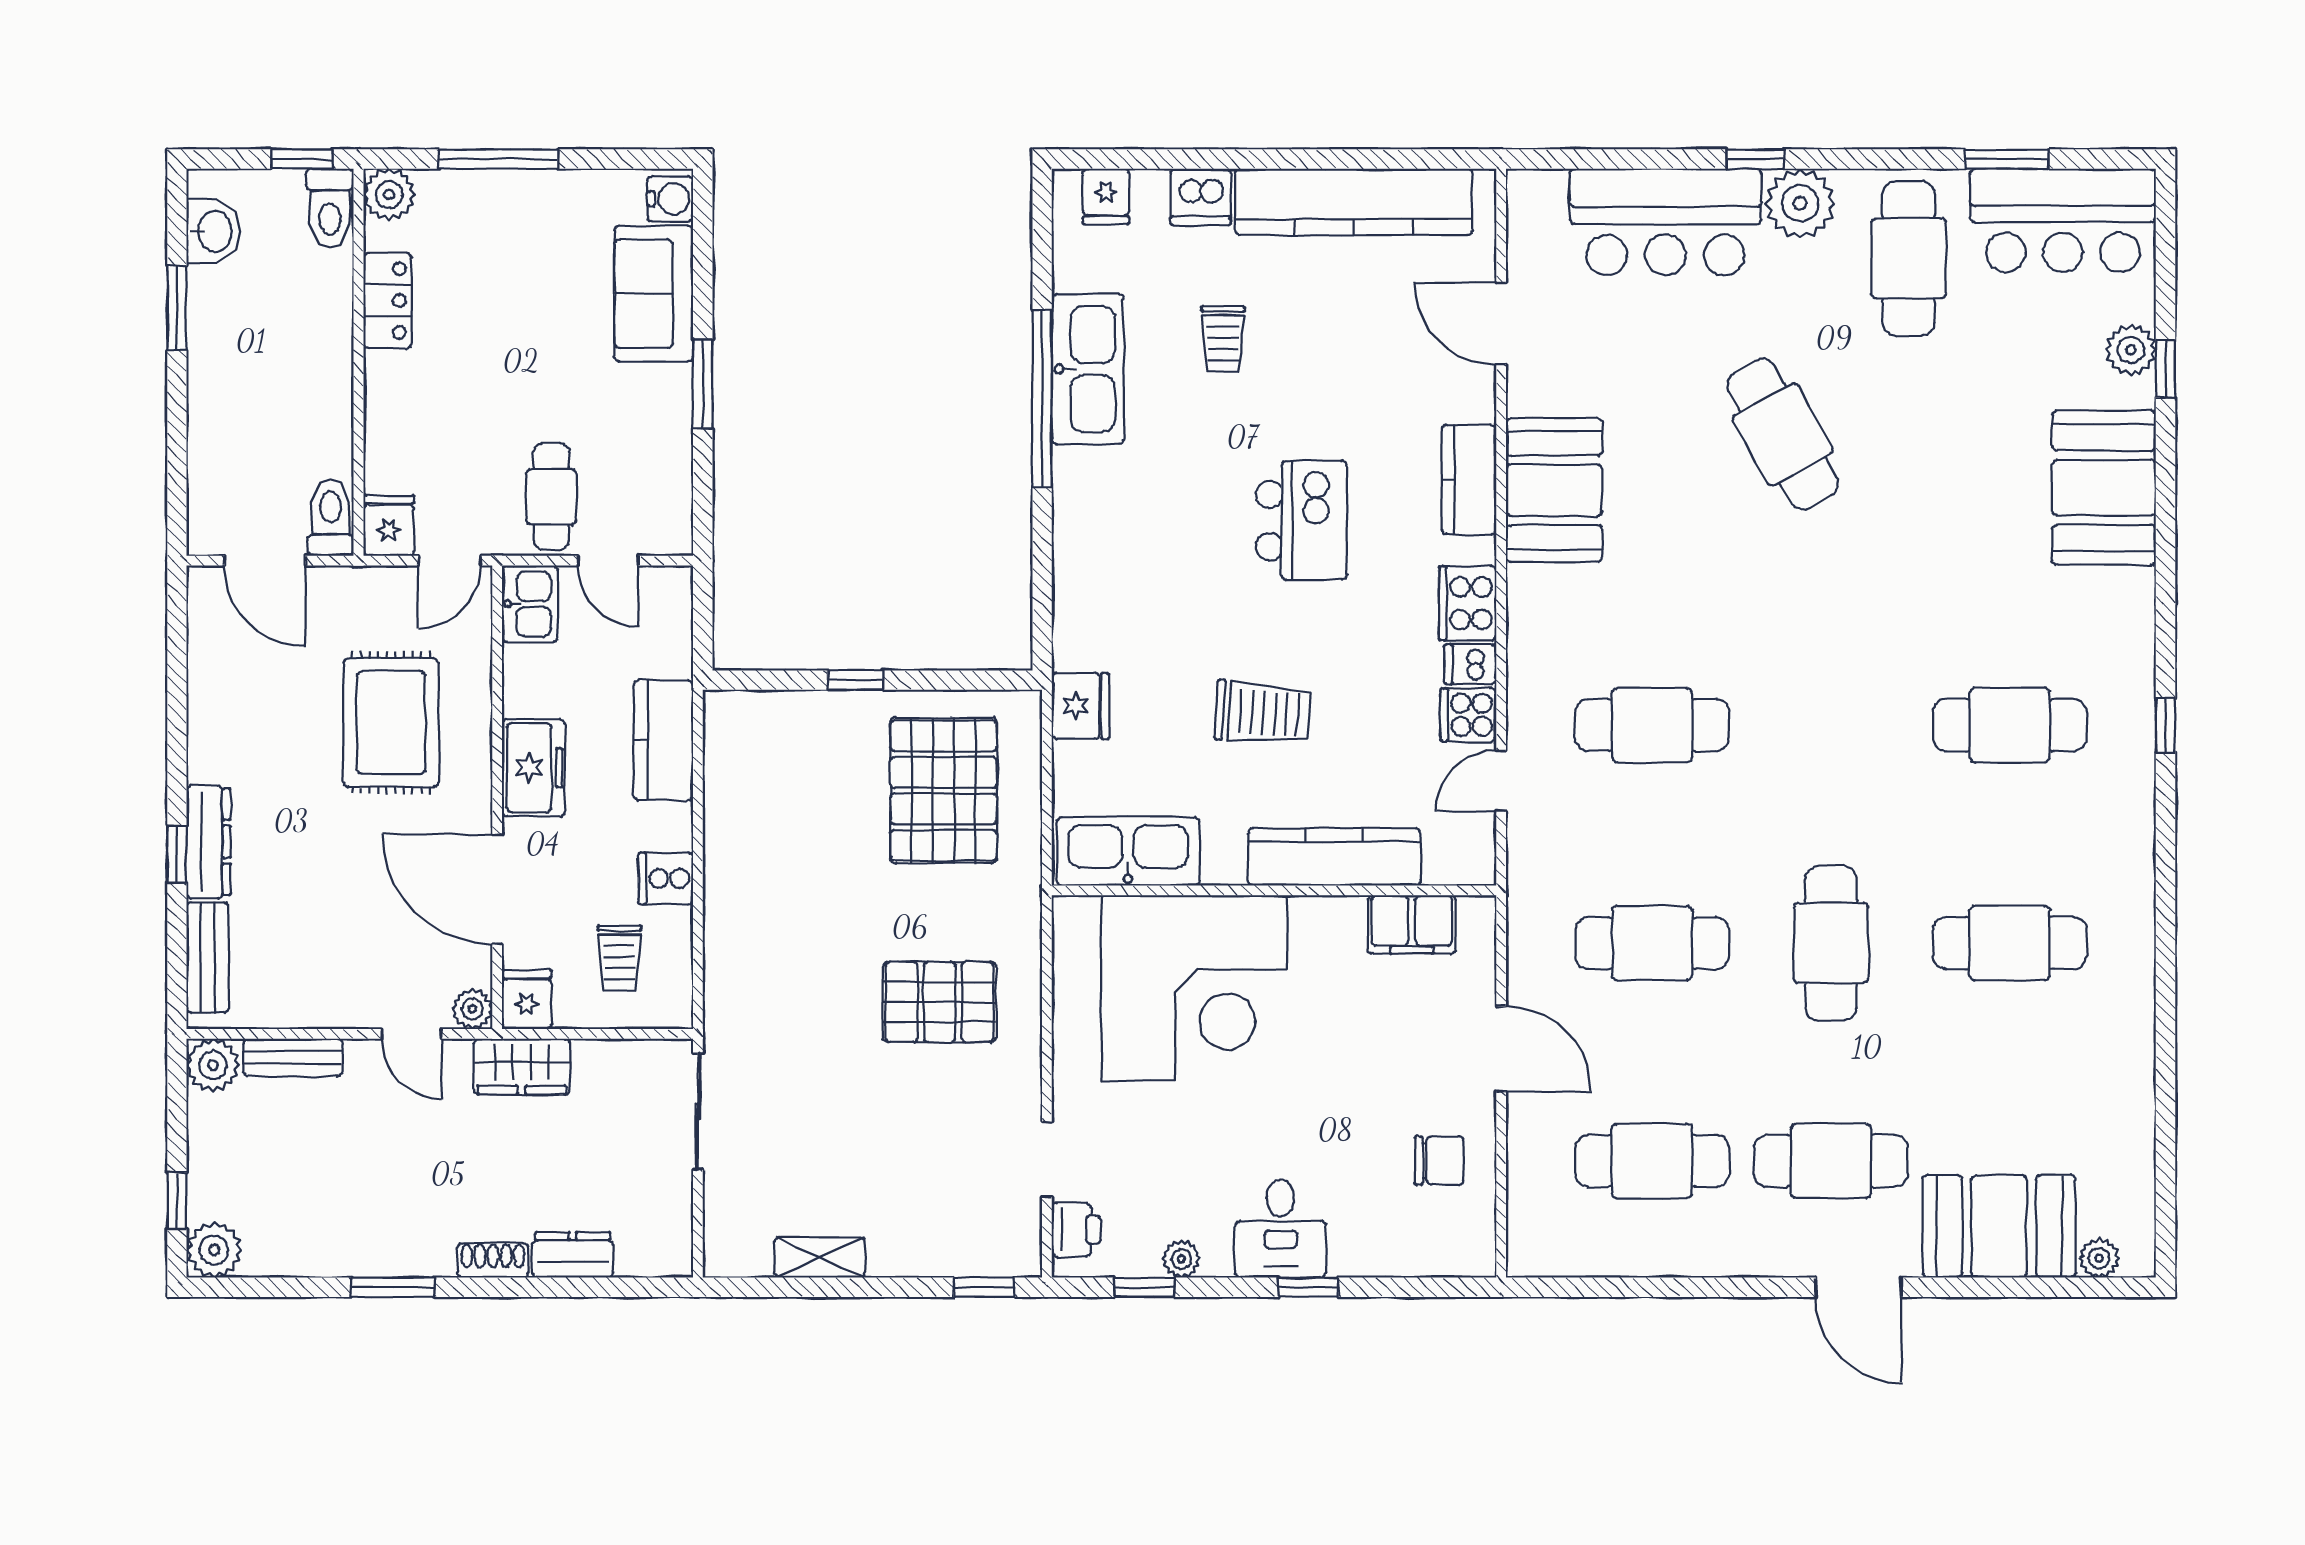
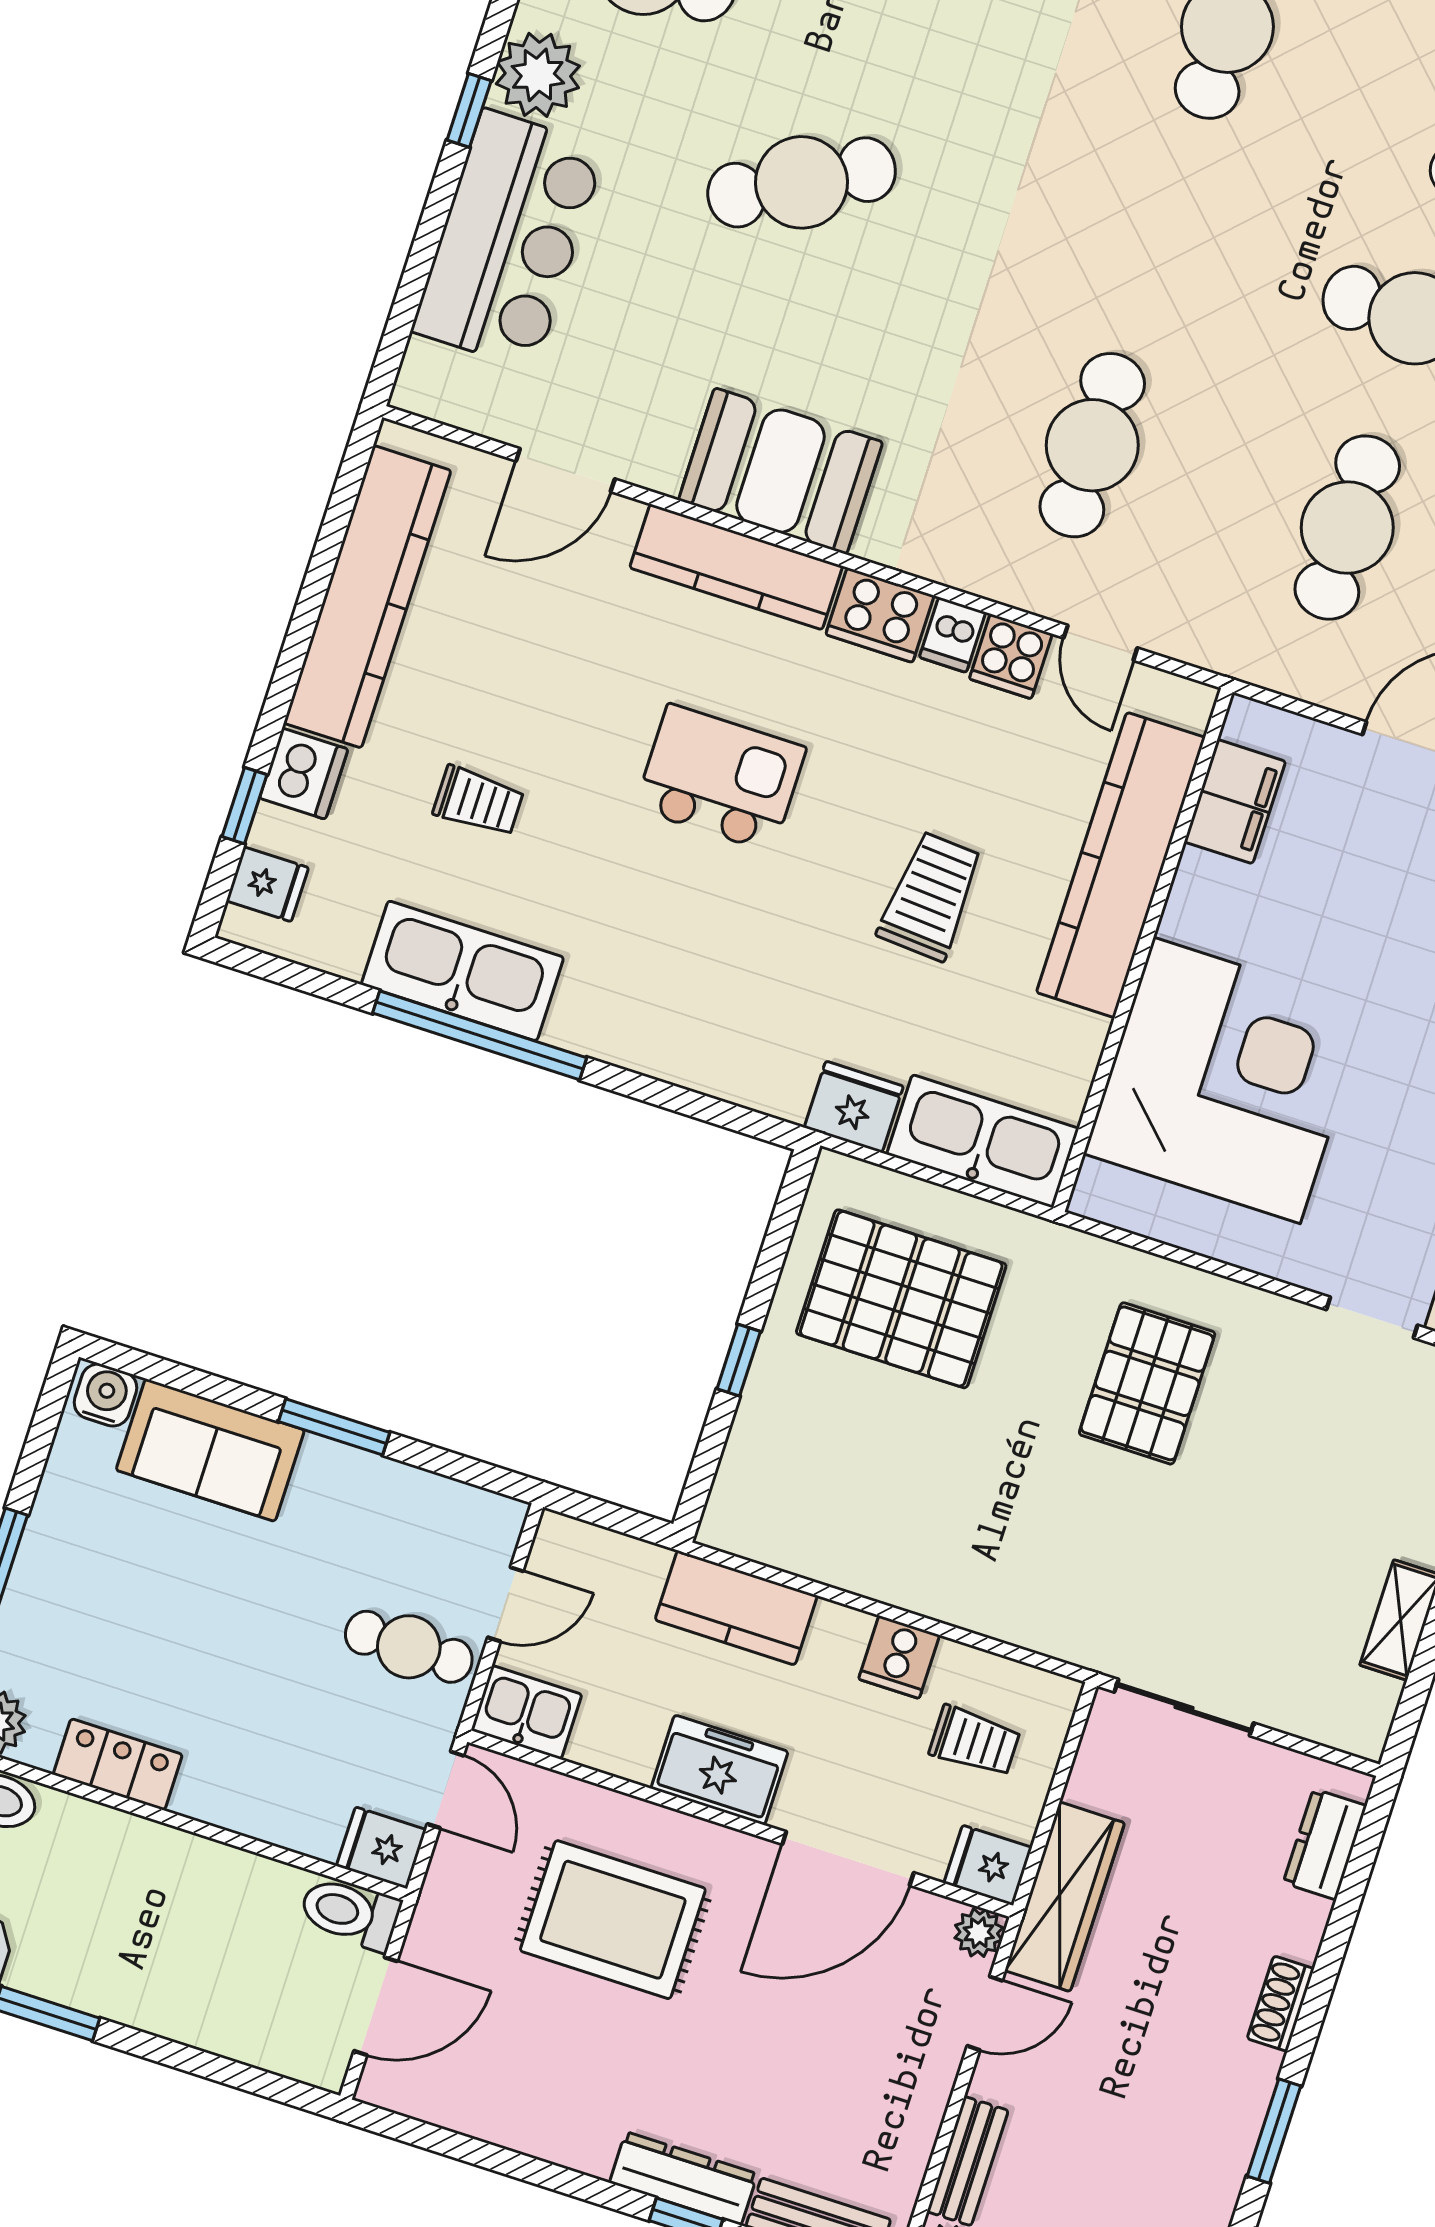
window: (1161, 159) -> (245, 806), added
kitchen counter: (1469, 480) -> (736, 567), width x1.50
kitchen sink: (1128, 851) -> (983, 1141), moved, turned 90
kitchen counter: (1334, 857) -> (1121, 865), width x1.39, depth x1.17
wardrobe: (522, 1067) -> (1065, 1897), width x1.50
dresser: (573, 1255) -> (1325, 1844), moved

